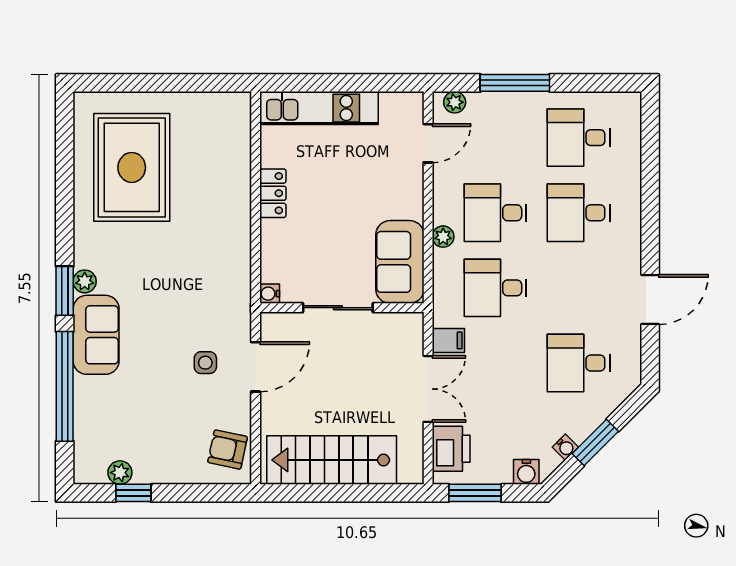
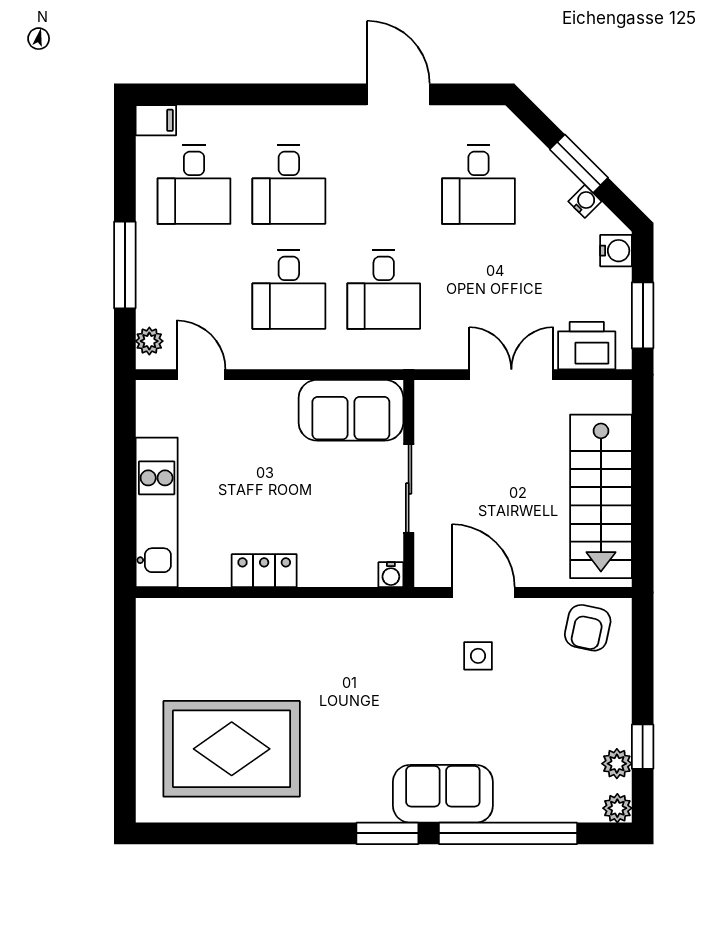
plant: (443, 237) -> (319, 356), removed
plant: (85, 281) -> (617, 808), moved
filing cabinet: (448, 340) -> (156, 120), moved, turned 90

